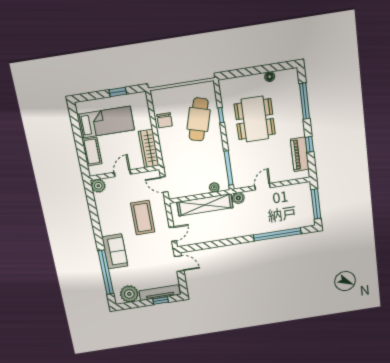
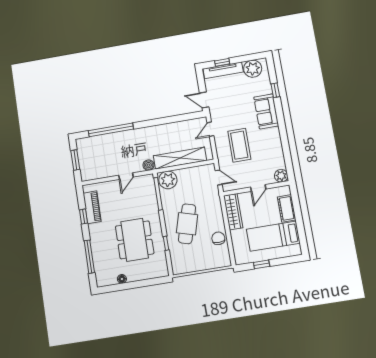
cafe table: (199, 119) -> (187, 224), moved
plant: (214, 187) -> (168, 180), width x1.88, depth x1.88
window: (316, 204) -> (75, 160), width x0.69
window: (106, 272) -> (275, 90), width x0.32

